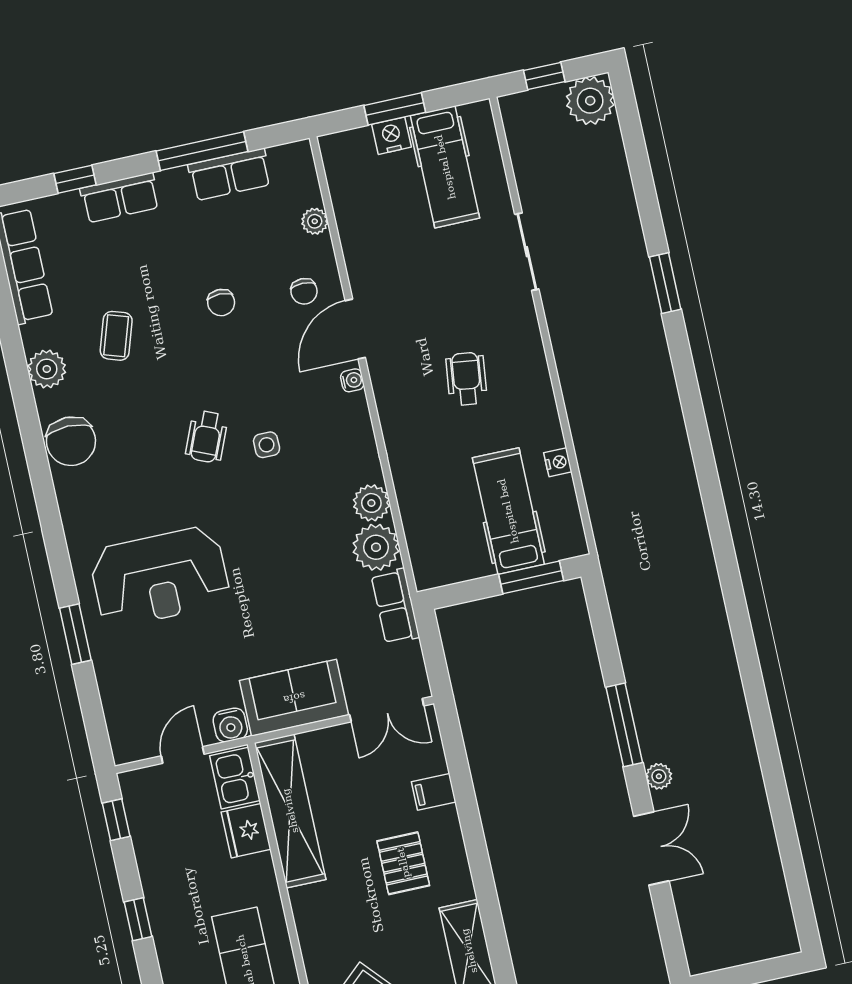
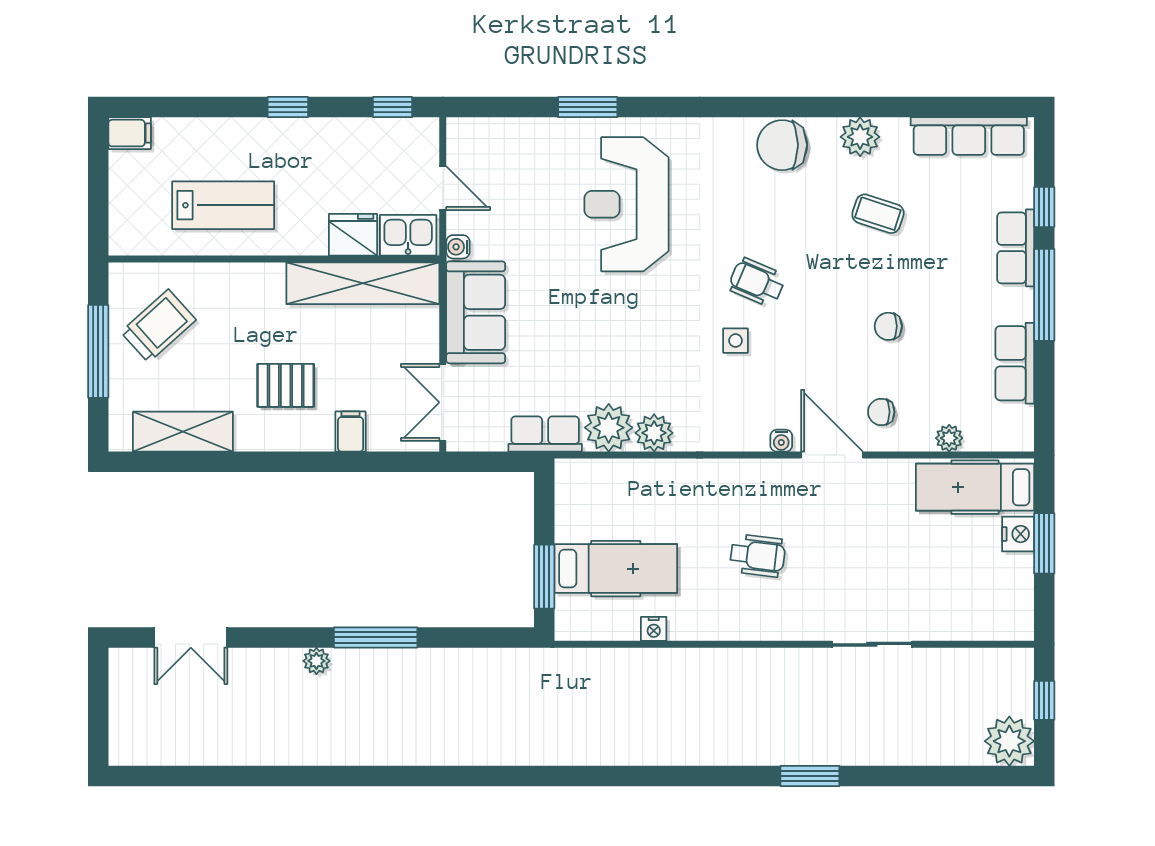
window: (202, 151) -> (1044, 295), moved
hospital bed: (445, 167) -> (975, 487), moved
water cooler: (230, 725) -> (458, 247), width x0.72, depth x0.72
double door: (651, 849) -> (191, 637), moved

